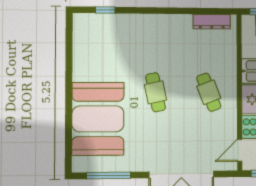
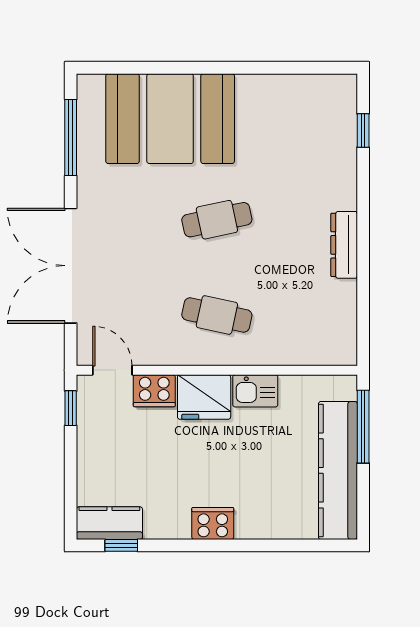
dresser: (212, 22) -> (344, 245), moved
cafe table: (209, 92) -> (217, 315), turned 33

